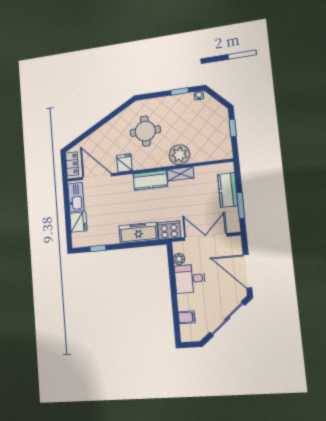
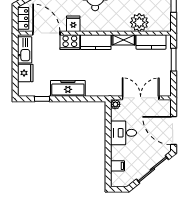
plant: (179, 155) -> (139, 22), moved
kitchen counter: (228, 190) -> (151, 42), moved, turned -90
window: (241, 205) -> (174, 60), moved
cooker: (169, 230) -> (70, 42), moved, turned 180
freezer: (138, 233) -> (68, 88), moved
plant: (179, 259) -> (115, 104), moved

